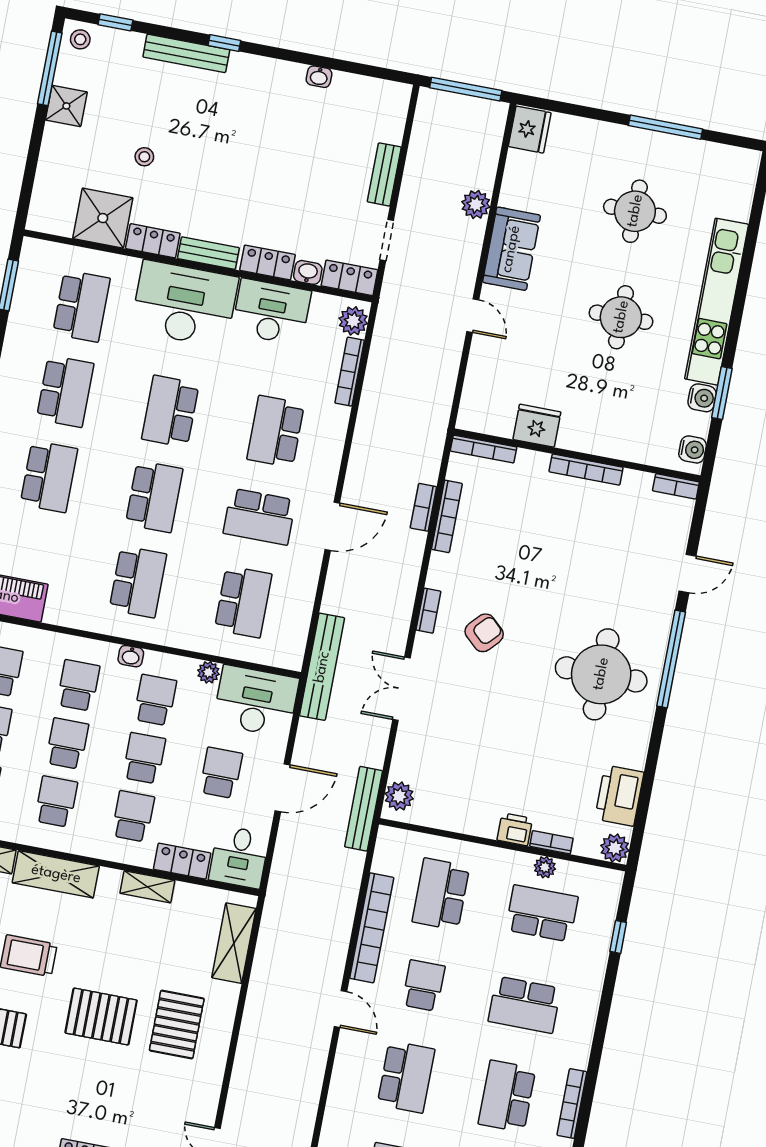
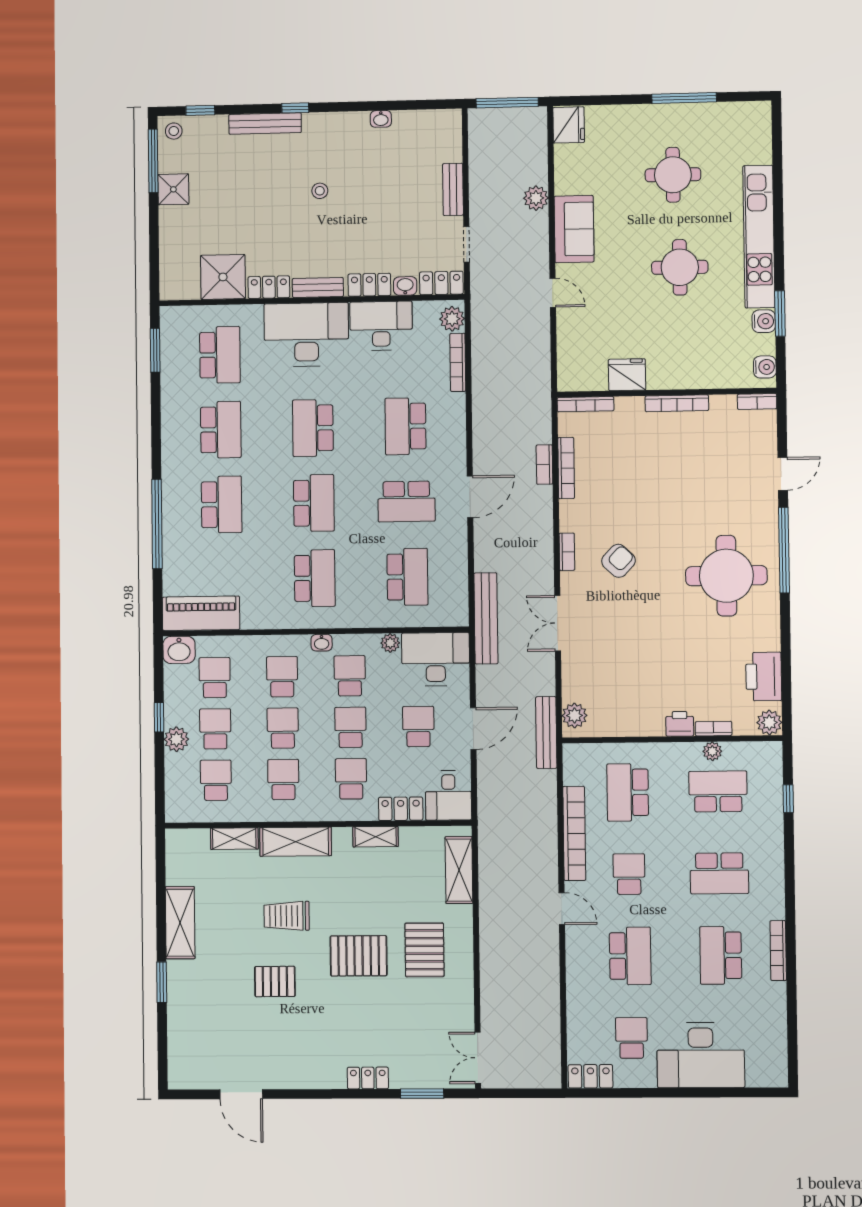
stool: (144, 157) -> (320, 191), moved

